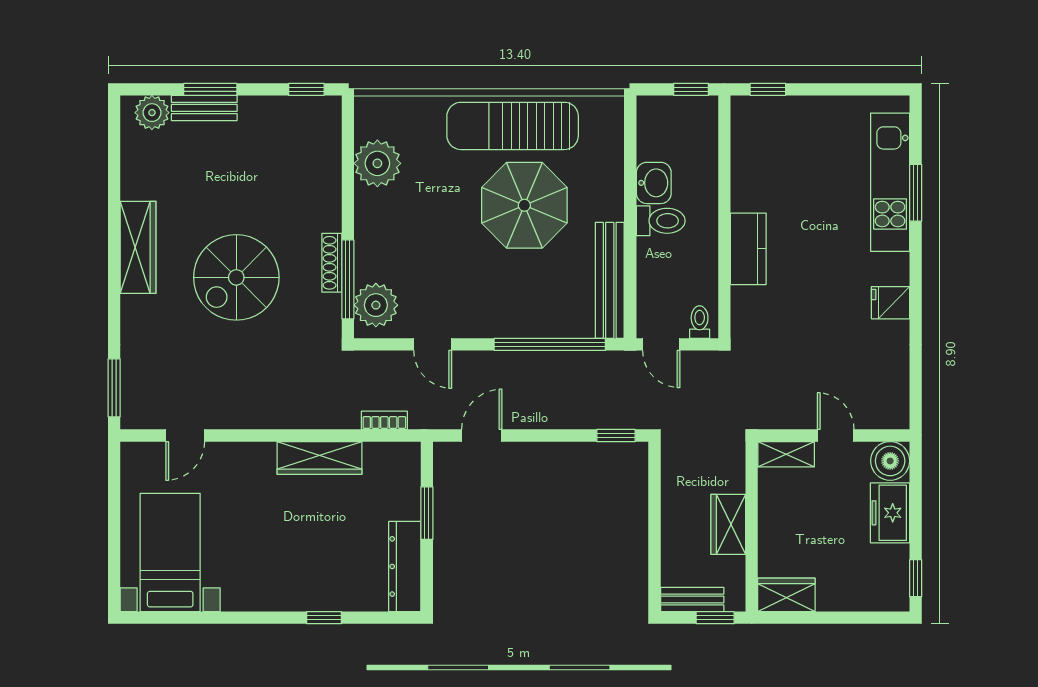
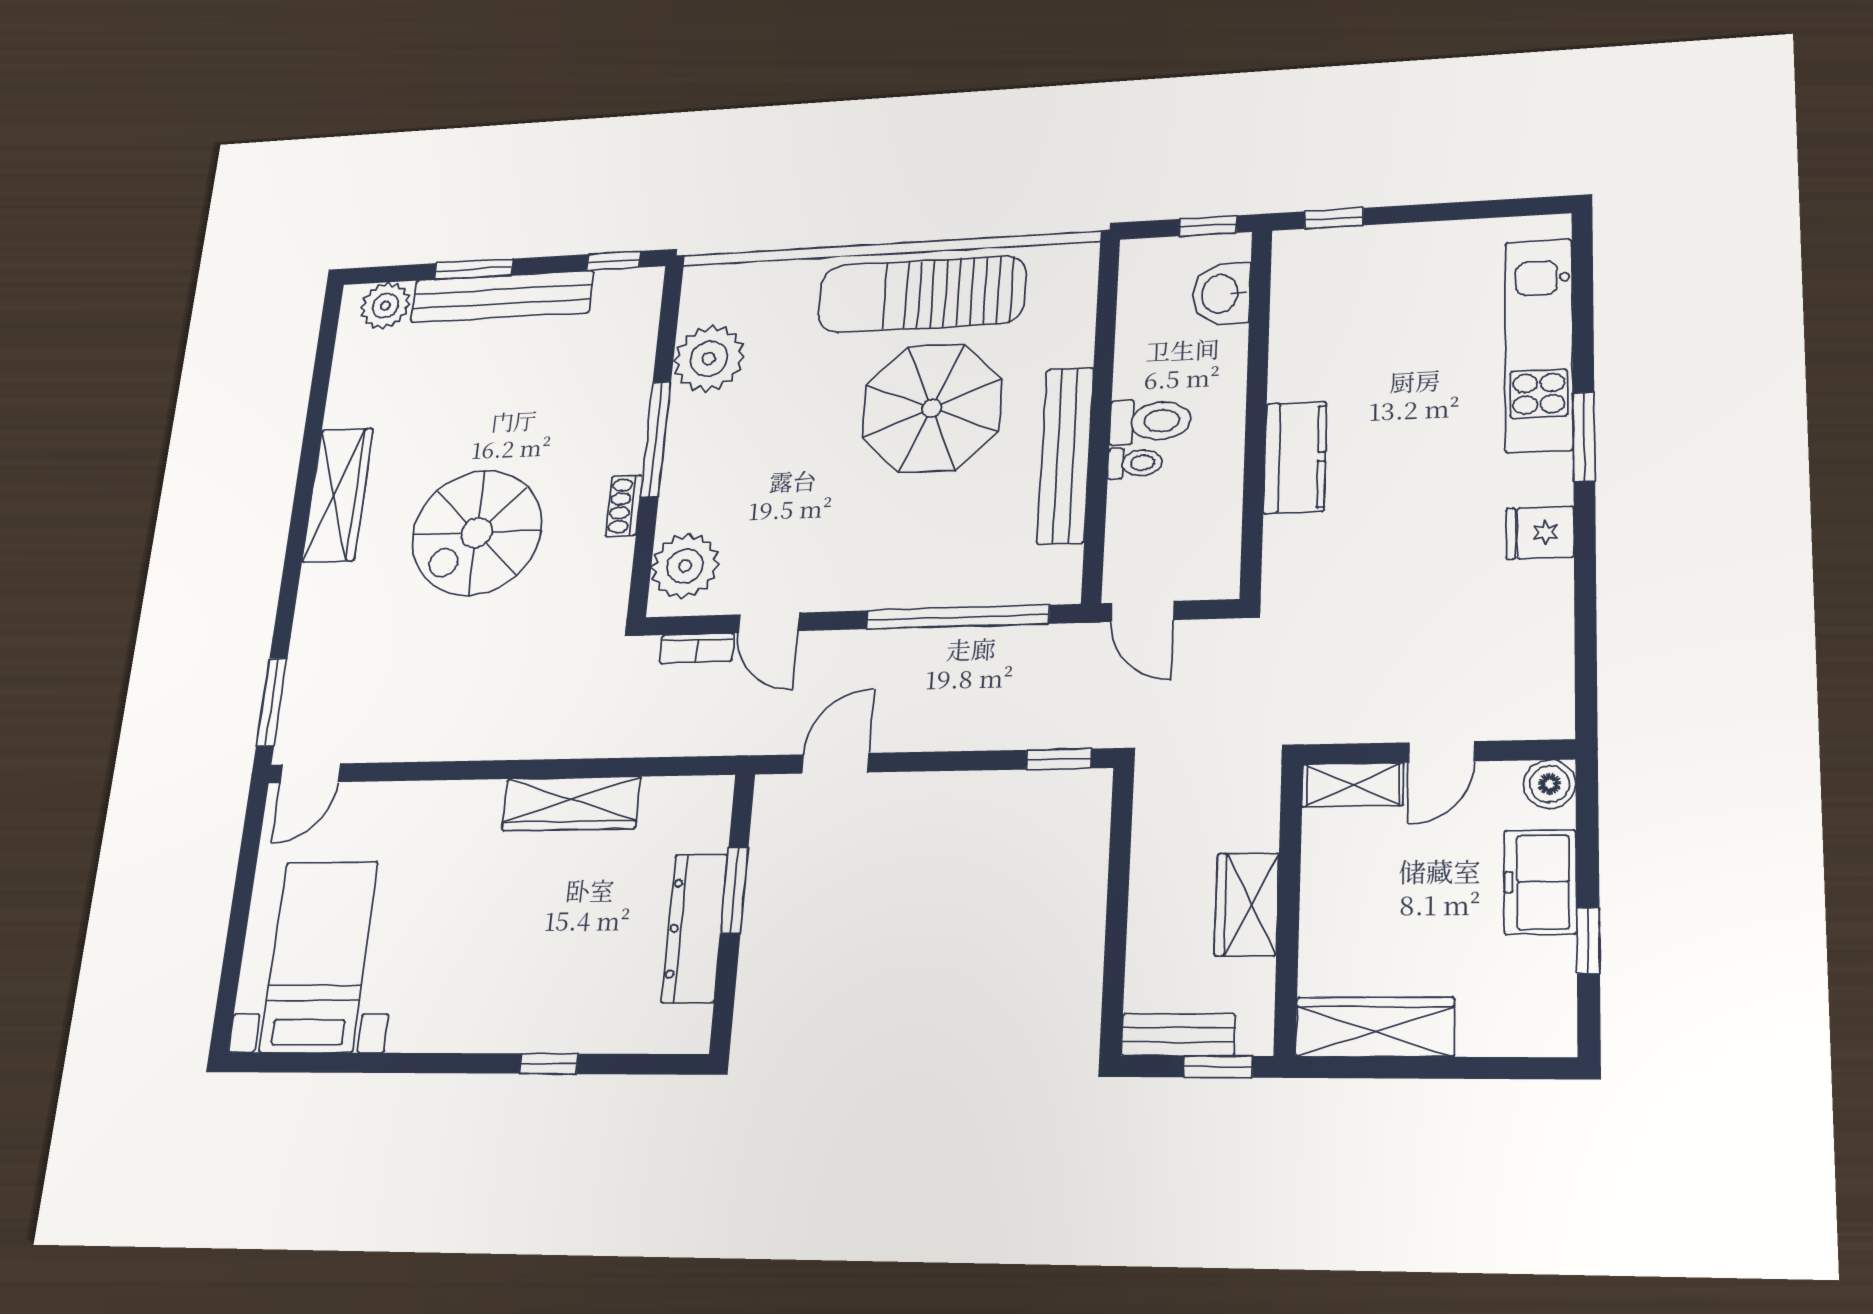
bench: (204, 108) -> (502, 296), width x1.86, depth x1.21
washbasin: (654, 183) -> (1222, 294), moved, turned 180
window: (916, 193) -> (1584, 437), moved
shoe rack: (332, 263) -> (624, 506), width x0.70
window: (348, 279) -> (656, 439), moved
bench: (610, 280) -> (1065, 455), moved
toilet: (700, 322) -> (1135, 463), moved, turned 90
bookcase: (384, 420) -> (697, 648), moved, turned 180
door: (185, 435) -> (310, 773), moved
door: (836, 435) -> (1442, 752), swing flipped
boiler: (890, 461) -> (1550, 784), width x0.73, depth x0.73
dresser: (405, 566) -> (695, 928), moved
window: (916, 578) -> (1588, 941), moved
wardrobe: (786, 595) -> (1375, 1027), width x1.50

